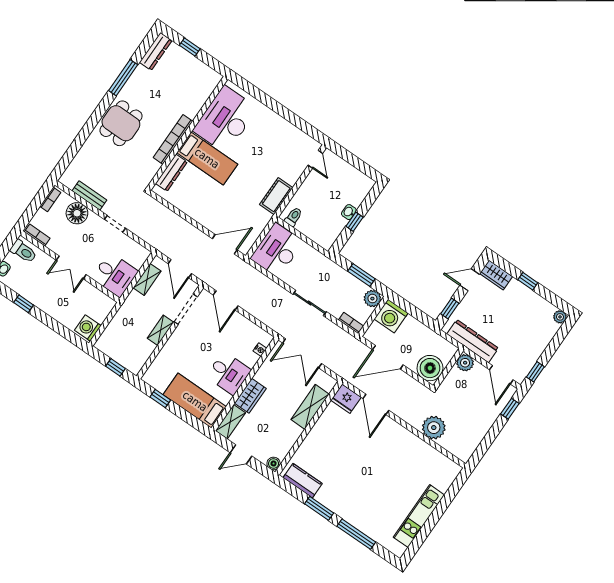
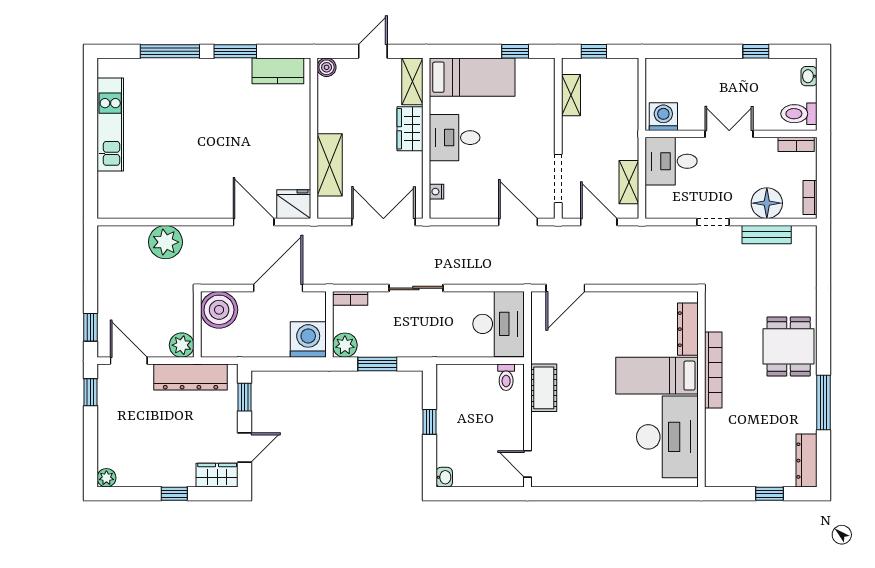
washbasin: (349, 212) -> (444, 477), moved
washing machine: (88, 328) -> (663, 117), moved, turned -90
shelving: (161, 330) -> (571, 95), moved

